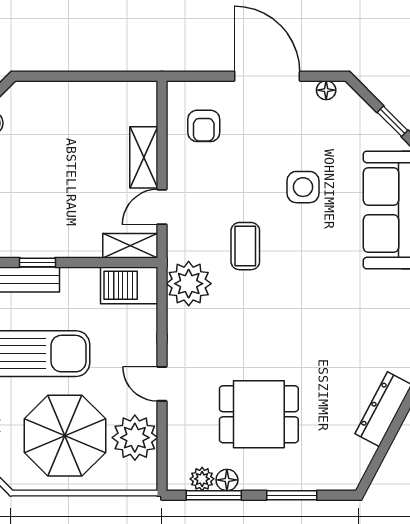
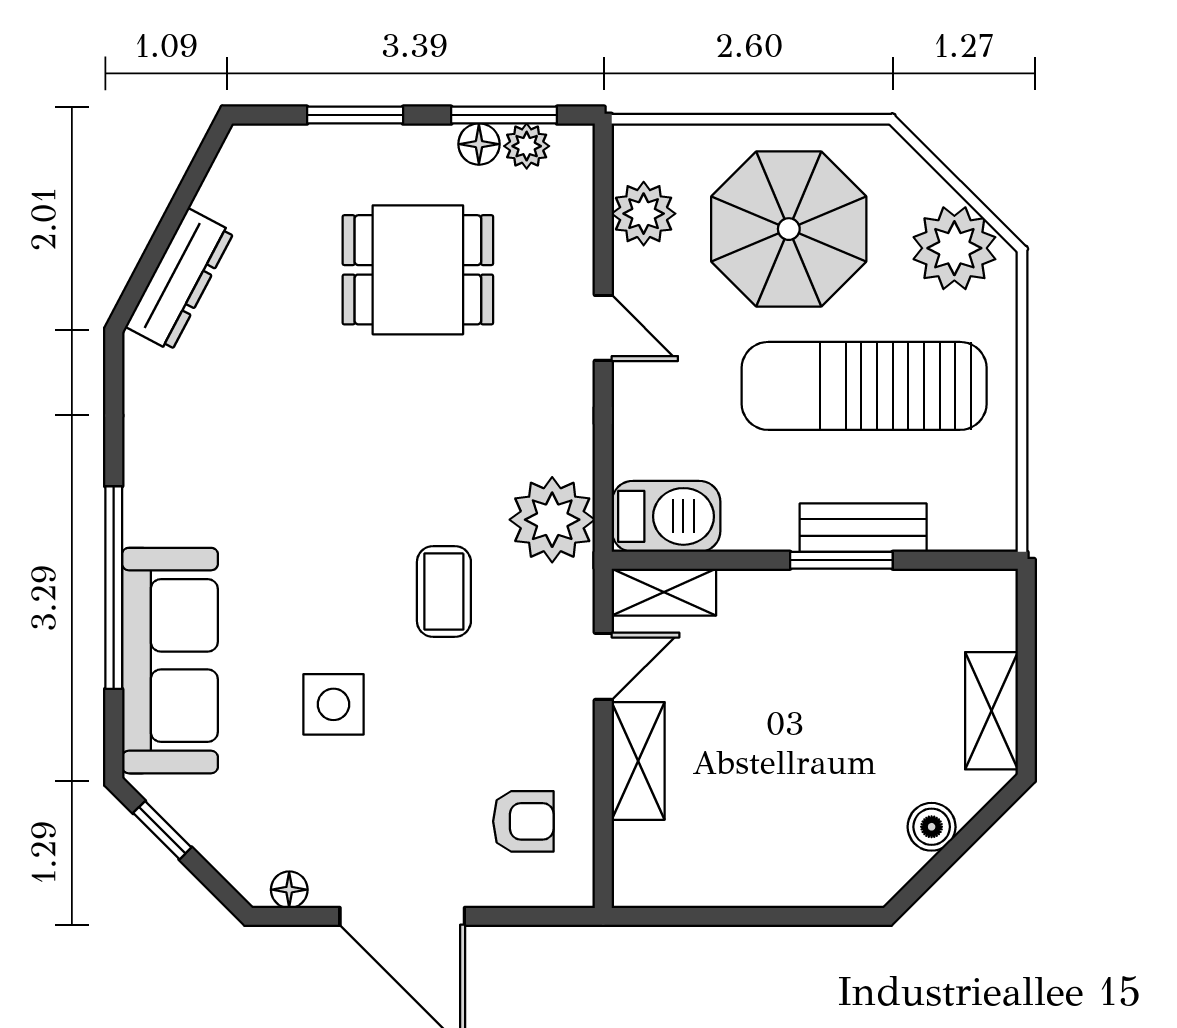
armchair: (204, 126) -> (523, 821), turned 90
window: (37, 262) -> (841, 560), width x1.50
plant: (135, 438) -> (644, 214), width x0.73, depth x0.73

